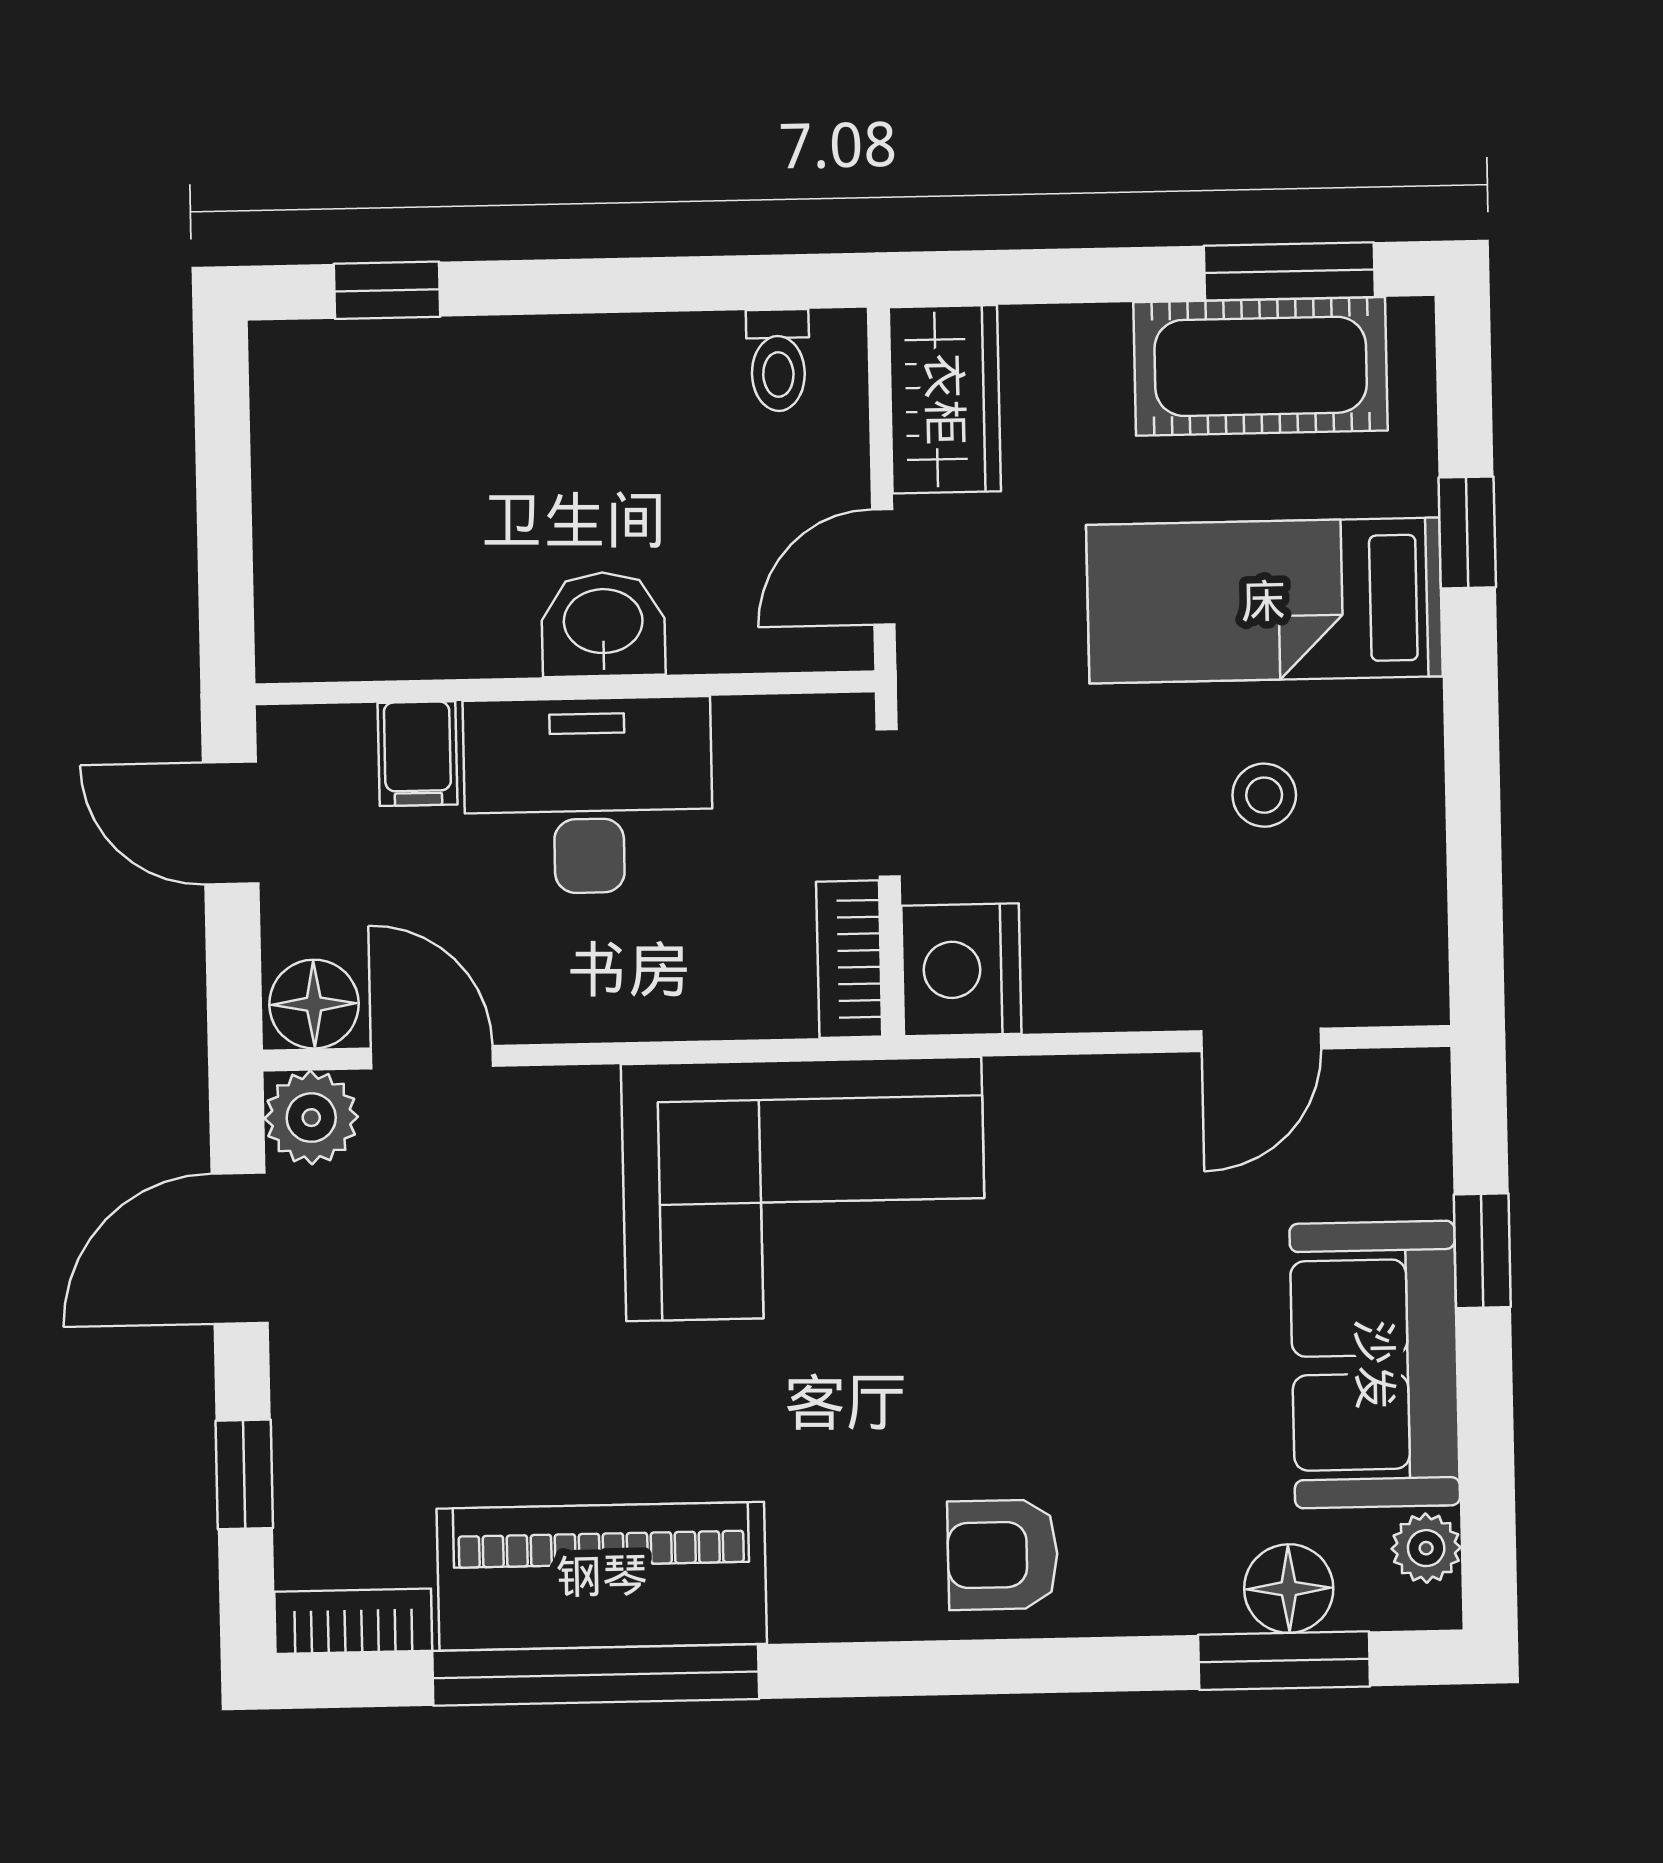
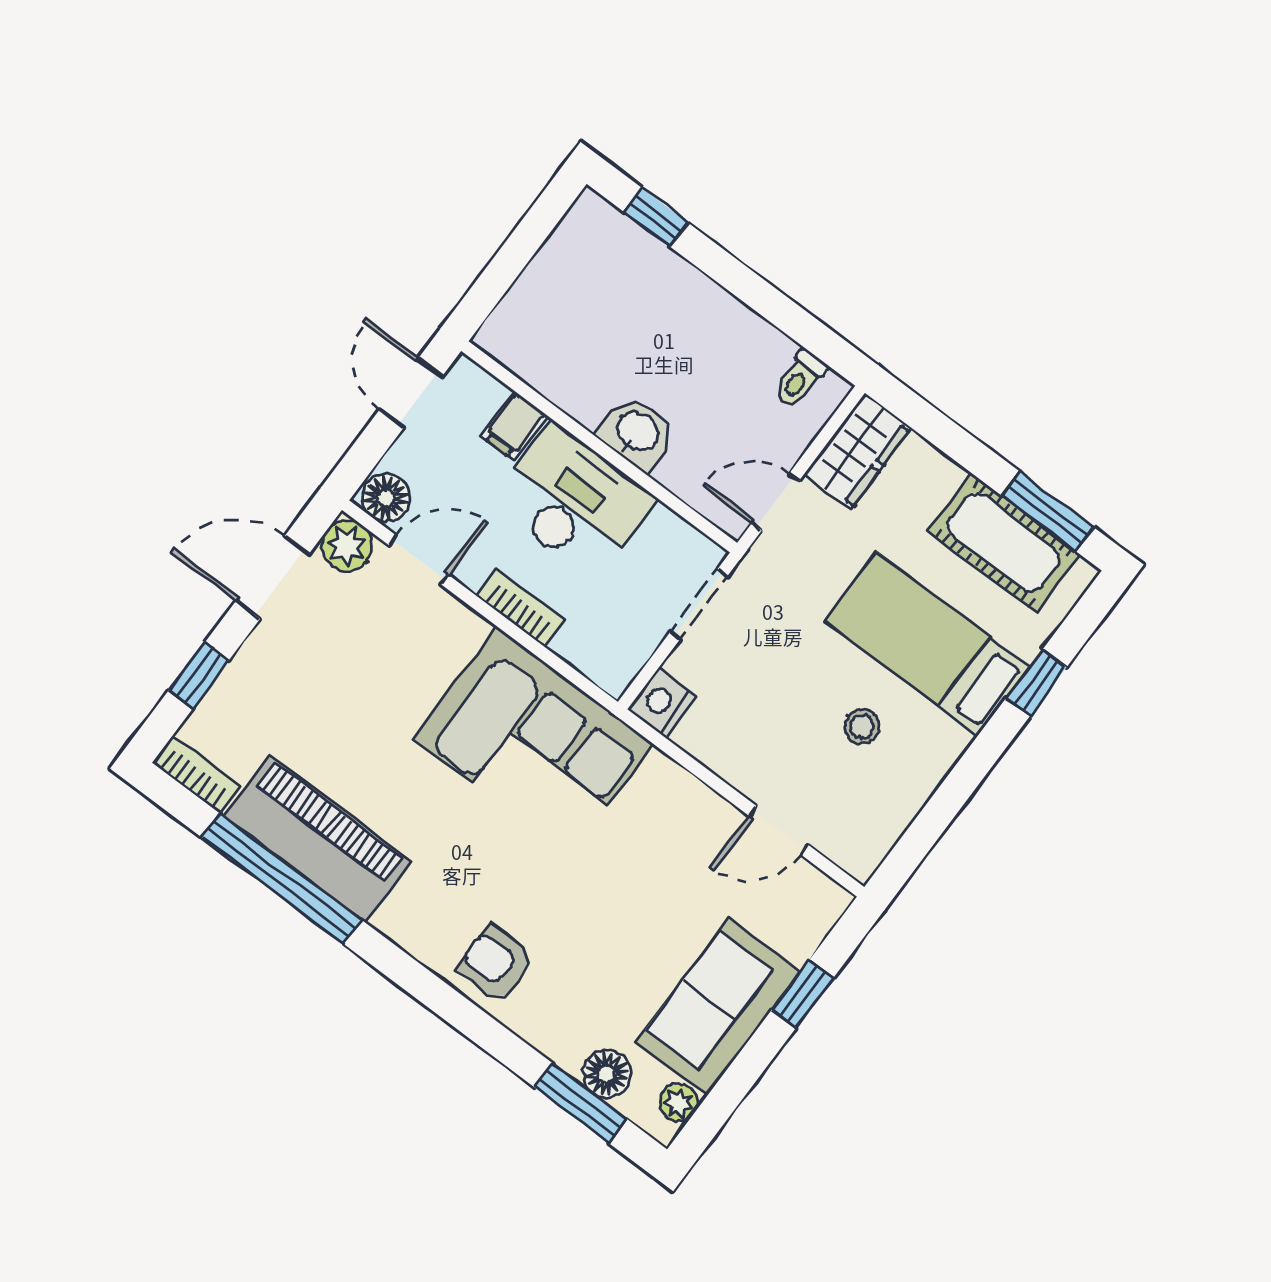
bookcase: (849, 959) -> (521, 608), moved, turned 90
nightstand: (961, 970) -> (662, 703), width x0.74, depth x0.75
door: (432, 1057) -> (419, 560), hinge flipped

